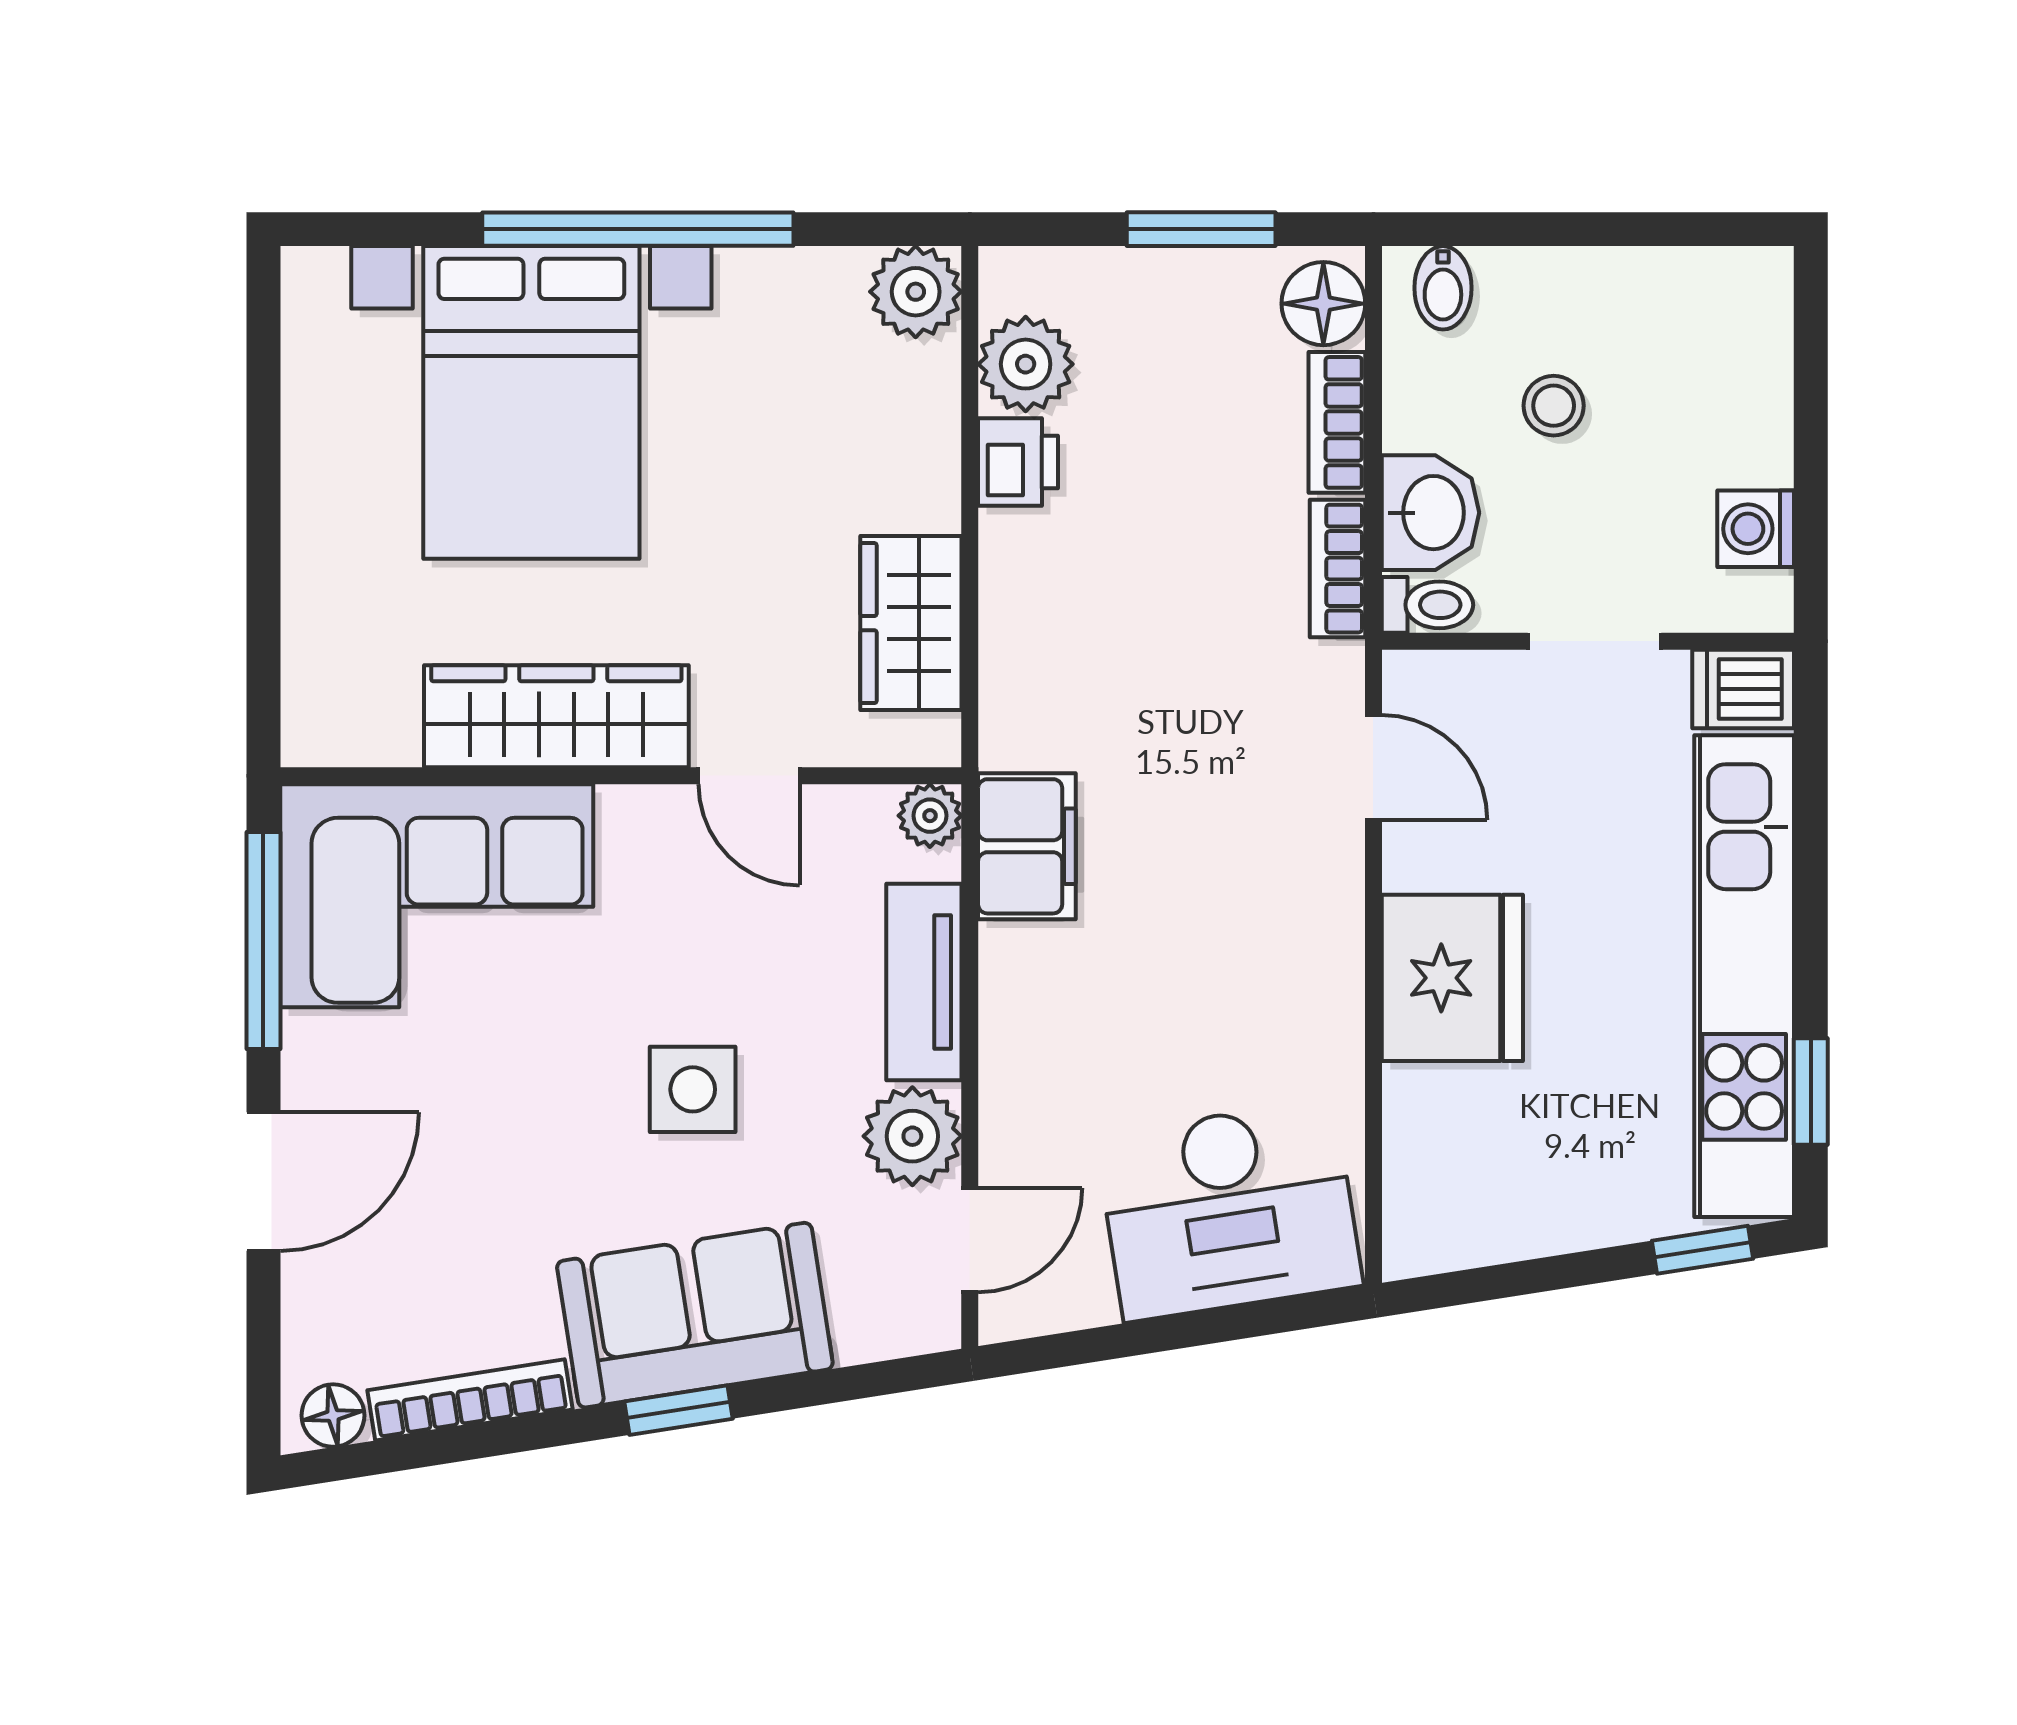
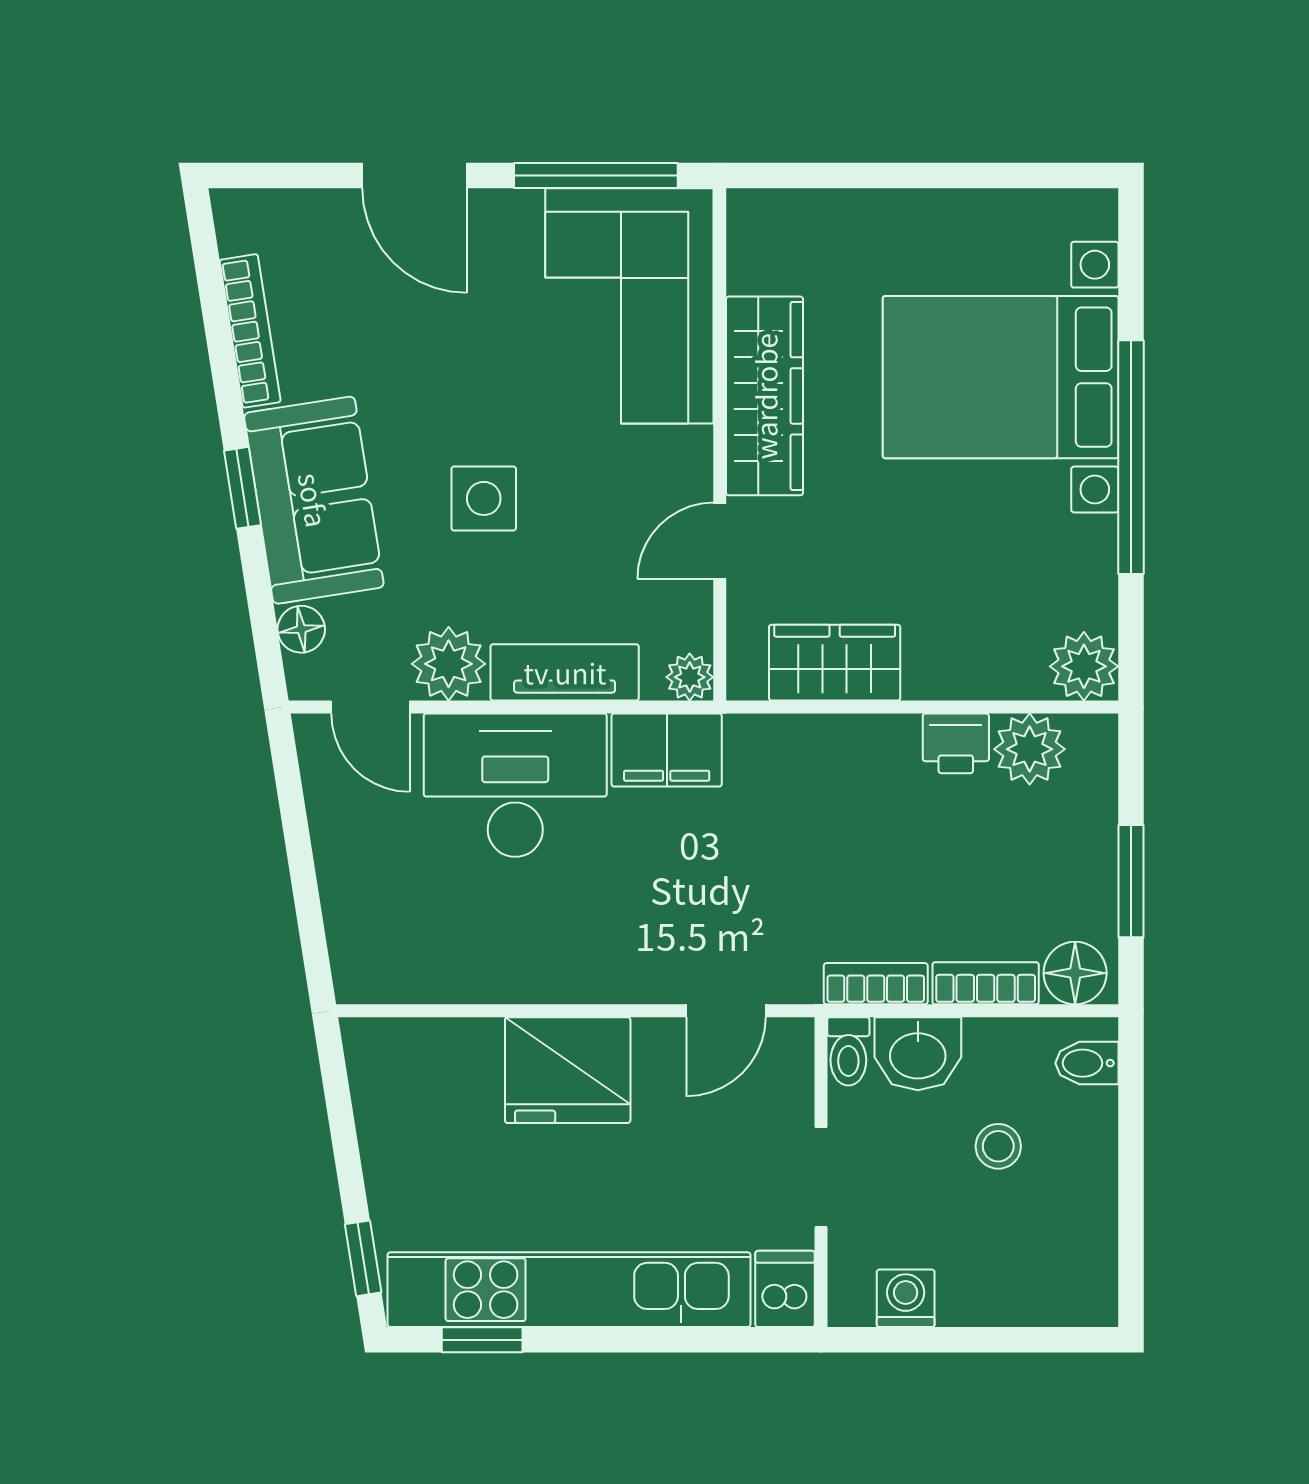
desk: (1229, 1210) -> (515, 785), moved, turned 99
floor lamp: (333, 1416) -> (301, 629), moved

